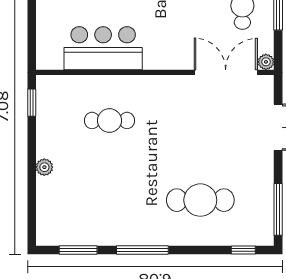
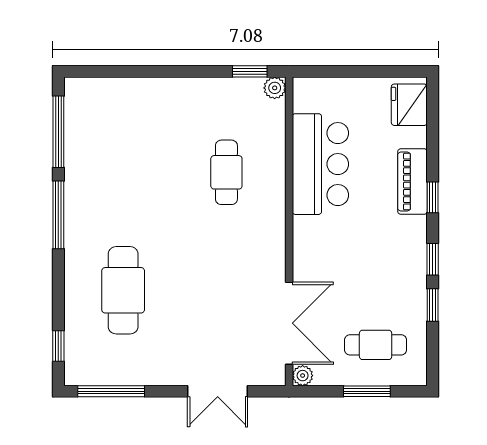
plant: (44, 167) -> (275, 88), moved
window: (78, 250) -> (58, 132), width x1.44

